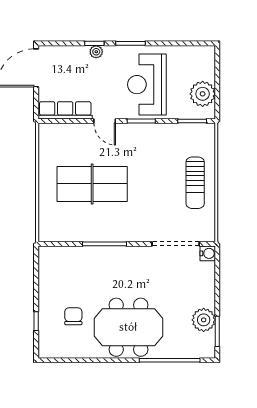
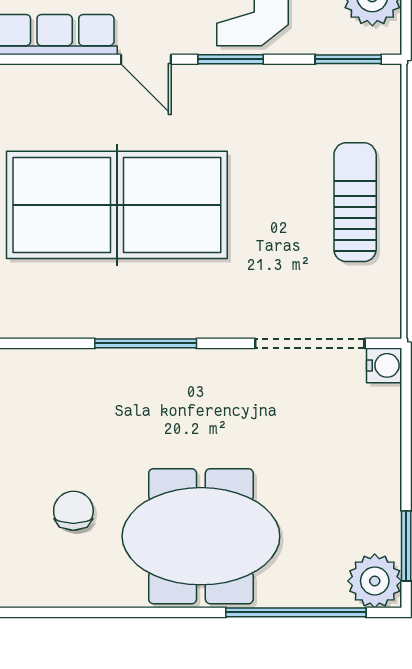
sun lounger: (195, 183) -> (355, 202), turned 180
table tennis table: (92, 184) -> (117, 205), width x1.36, depth x1.32
plant: (204, 320) -> (375, 581), moved

